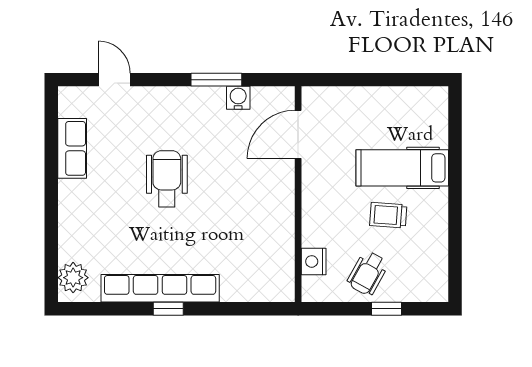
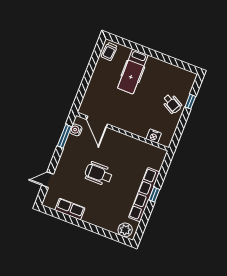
door: (298, 134) -> (97, 122), moved
wall: (298, 194) -> (122, 132), moved
trolley: (388, 215) -> (109, 51), moved
nightstand: (314, 261) -> (154, 136), moved

